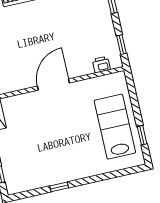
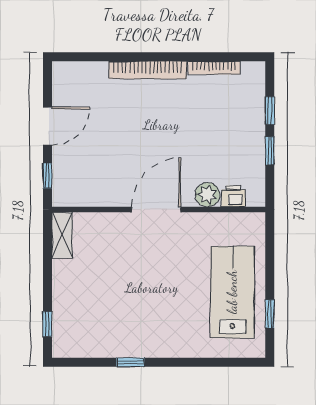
window: (121, 45) -> (270, 151), moved
plant: (84, 67) -> (207, 195), added

